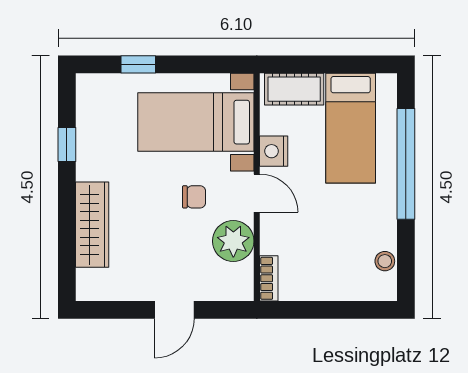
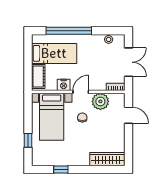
wardrobe: (92, 225) -> (107, 159), moved
door: (174, 310) -> (129, 115), moved
double door: (329, 310) -> (129, 62), added

